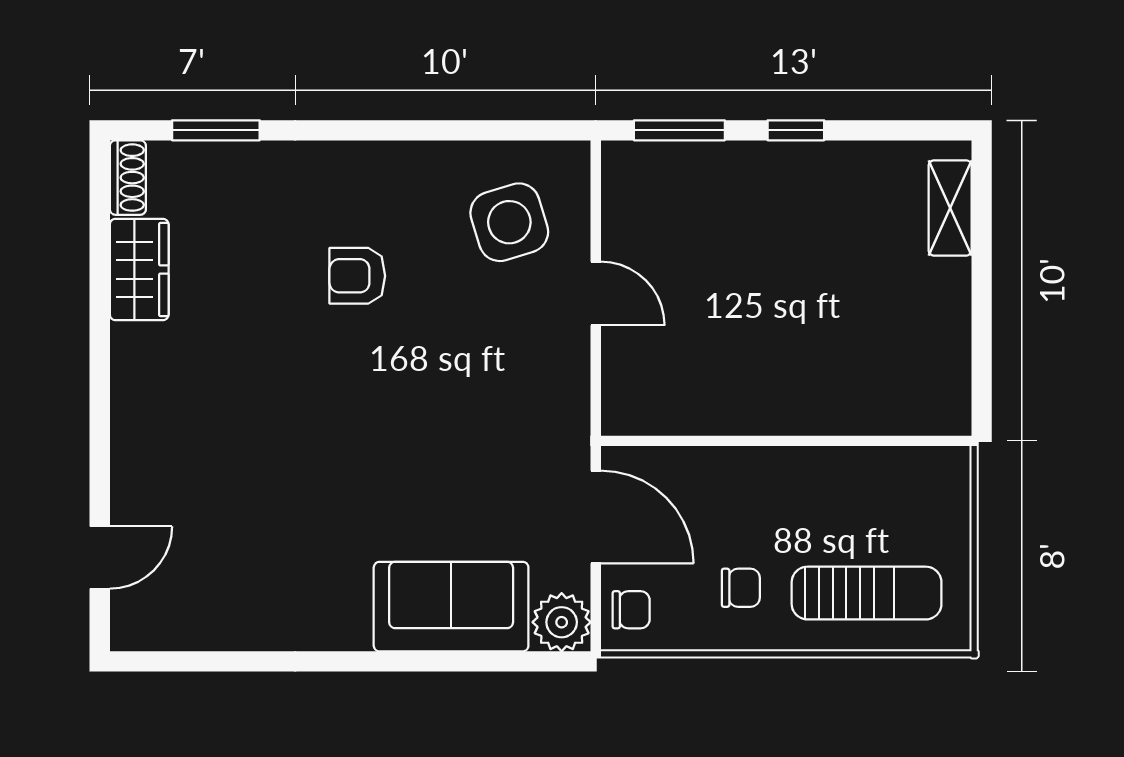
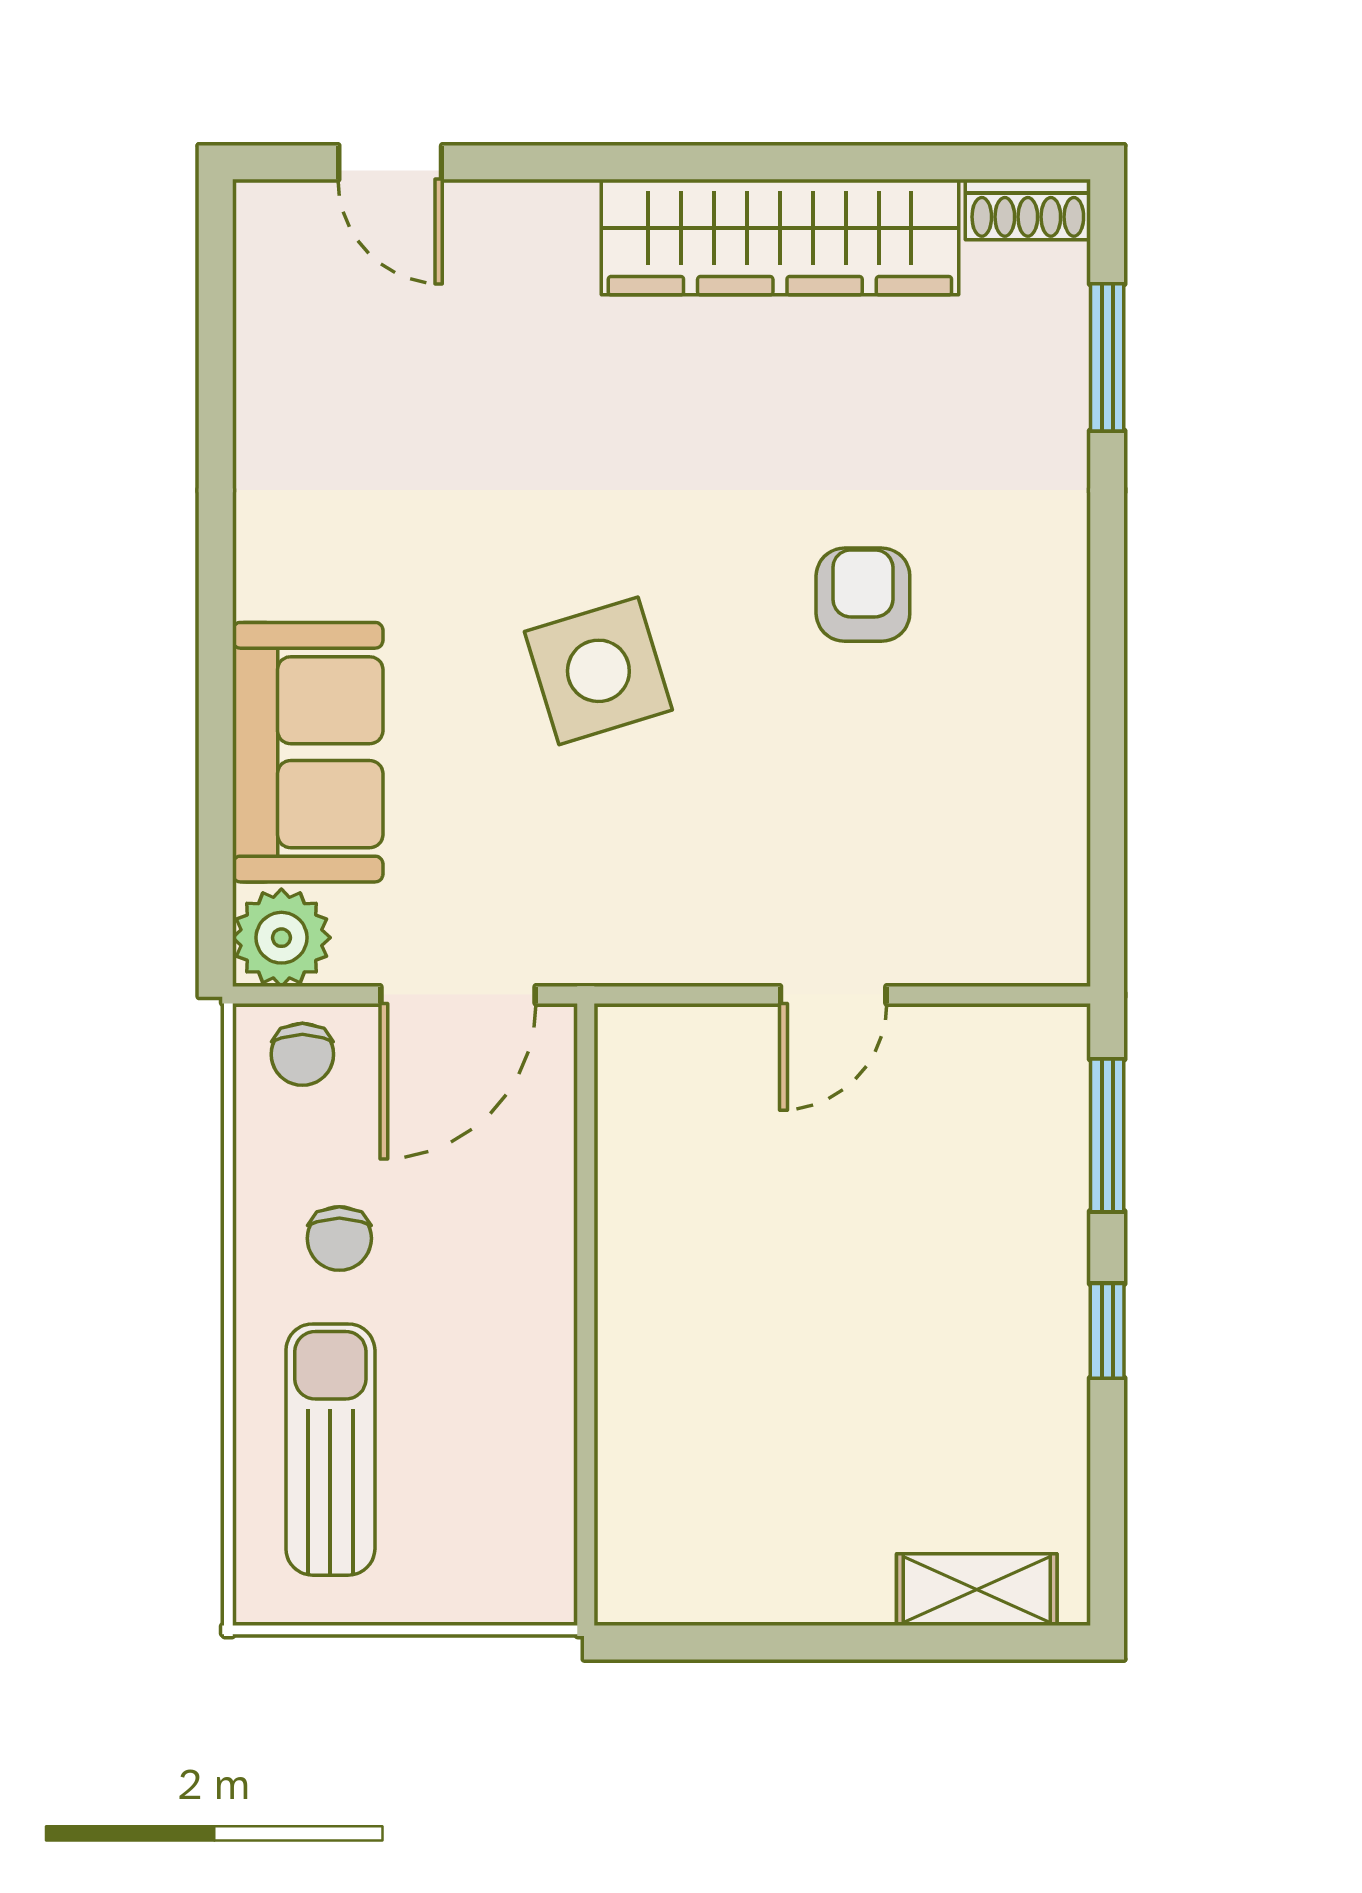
side table: (509, 222) -> (598, 671), moved
wardrobe: (139, 269) -> (780, 237), width x2.10, depth x1.17
sun lounger: (867, 593) -> (330, 1450), turned 180

